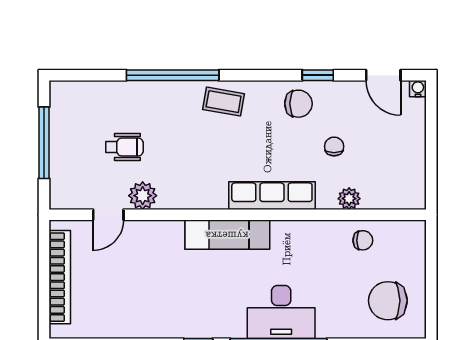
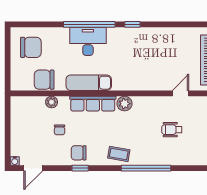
window: (318, 75) -> (80, 168), moved
door: (383, 75) -> (33, 168), swing flipped
plant: (143, 196) -> (124, 104), moved
exam couch: (227, 235) -> (89, 83), moved
chair: (363, 240) -> (44, 80), width x1.87, depth x1.87

